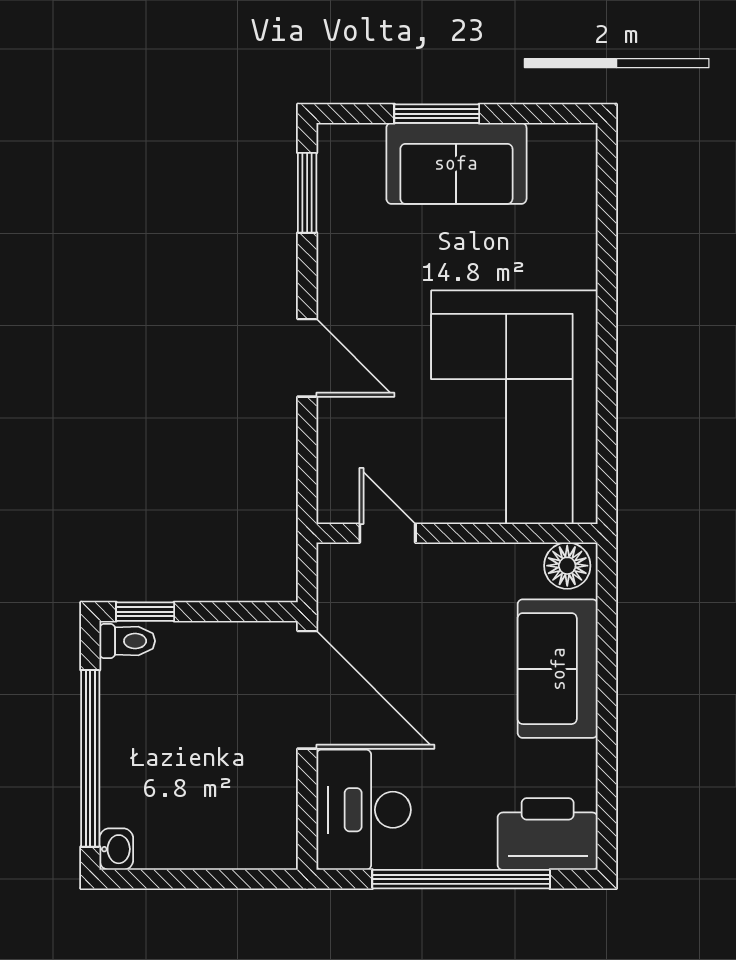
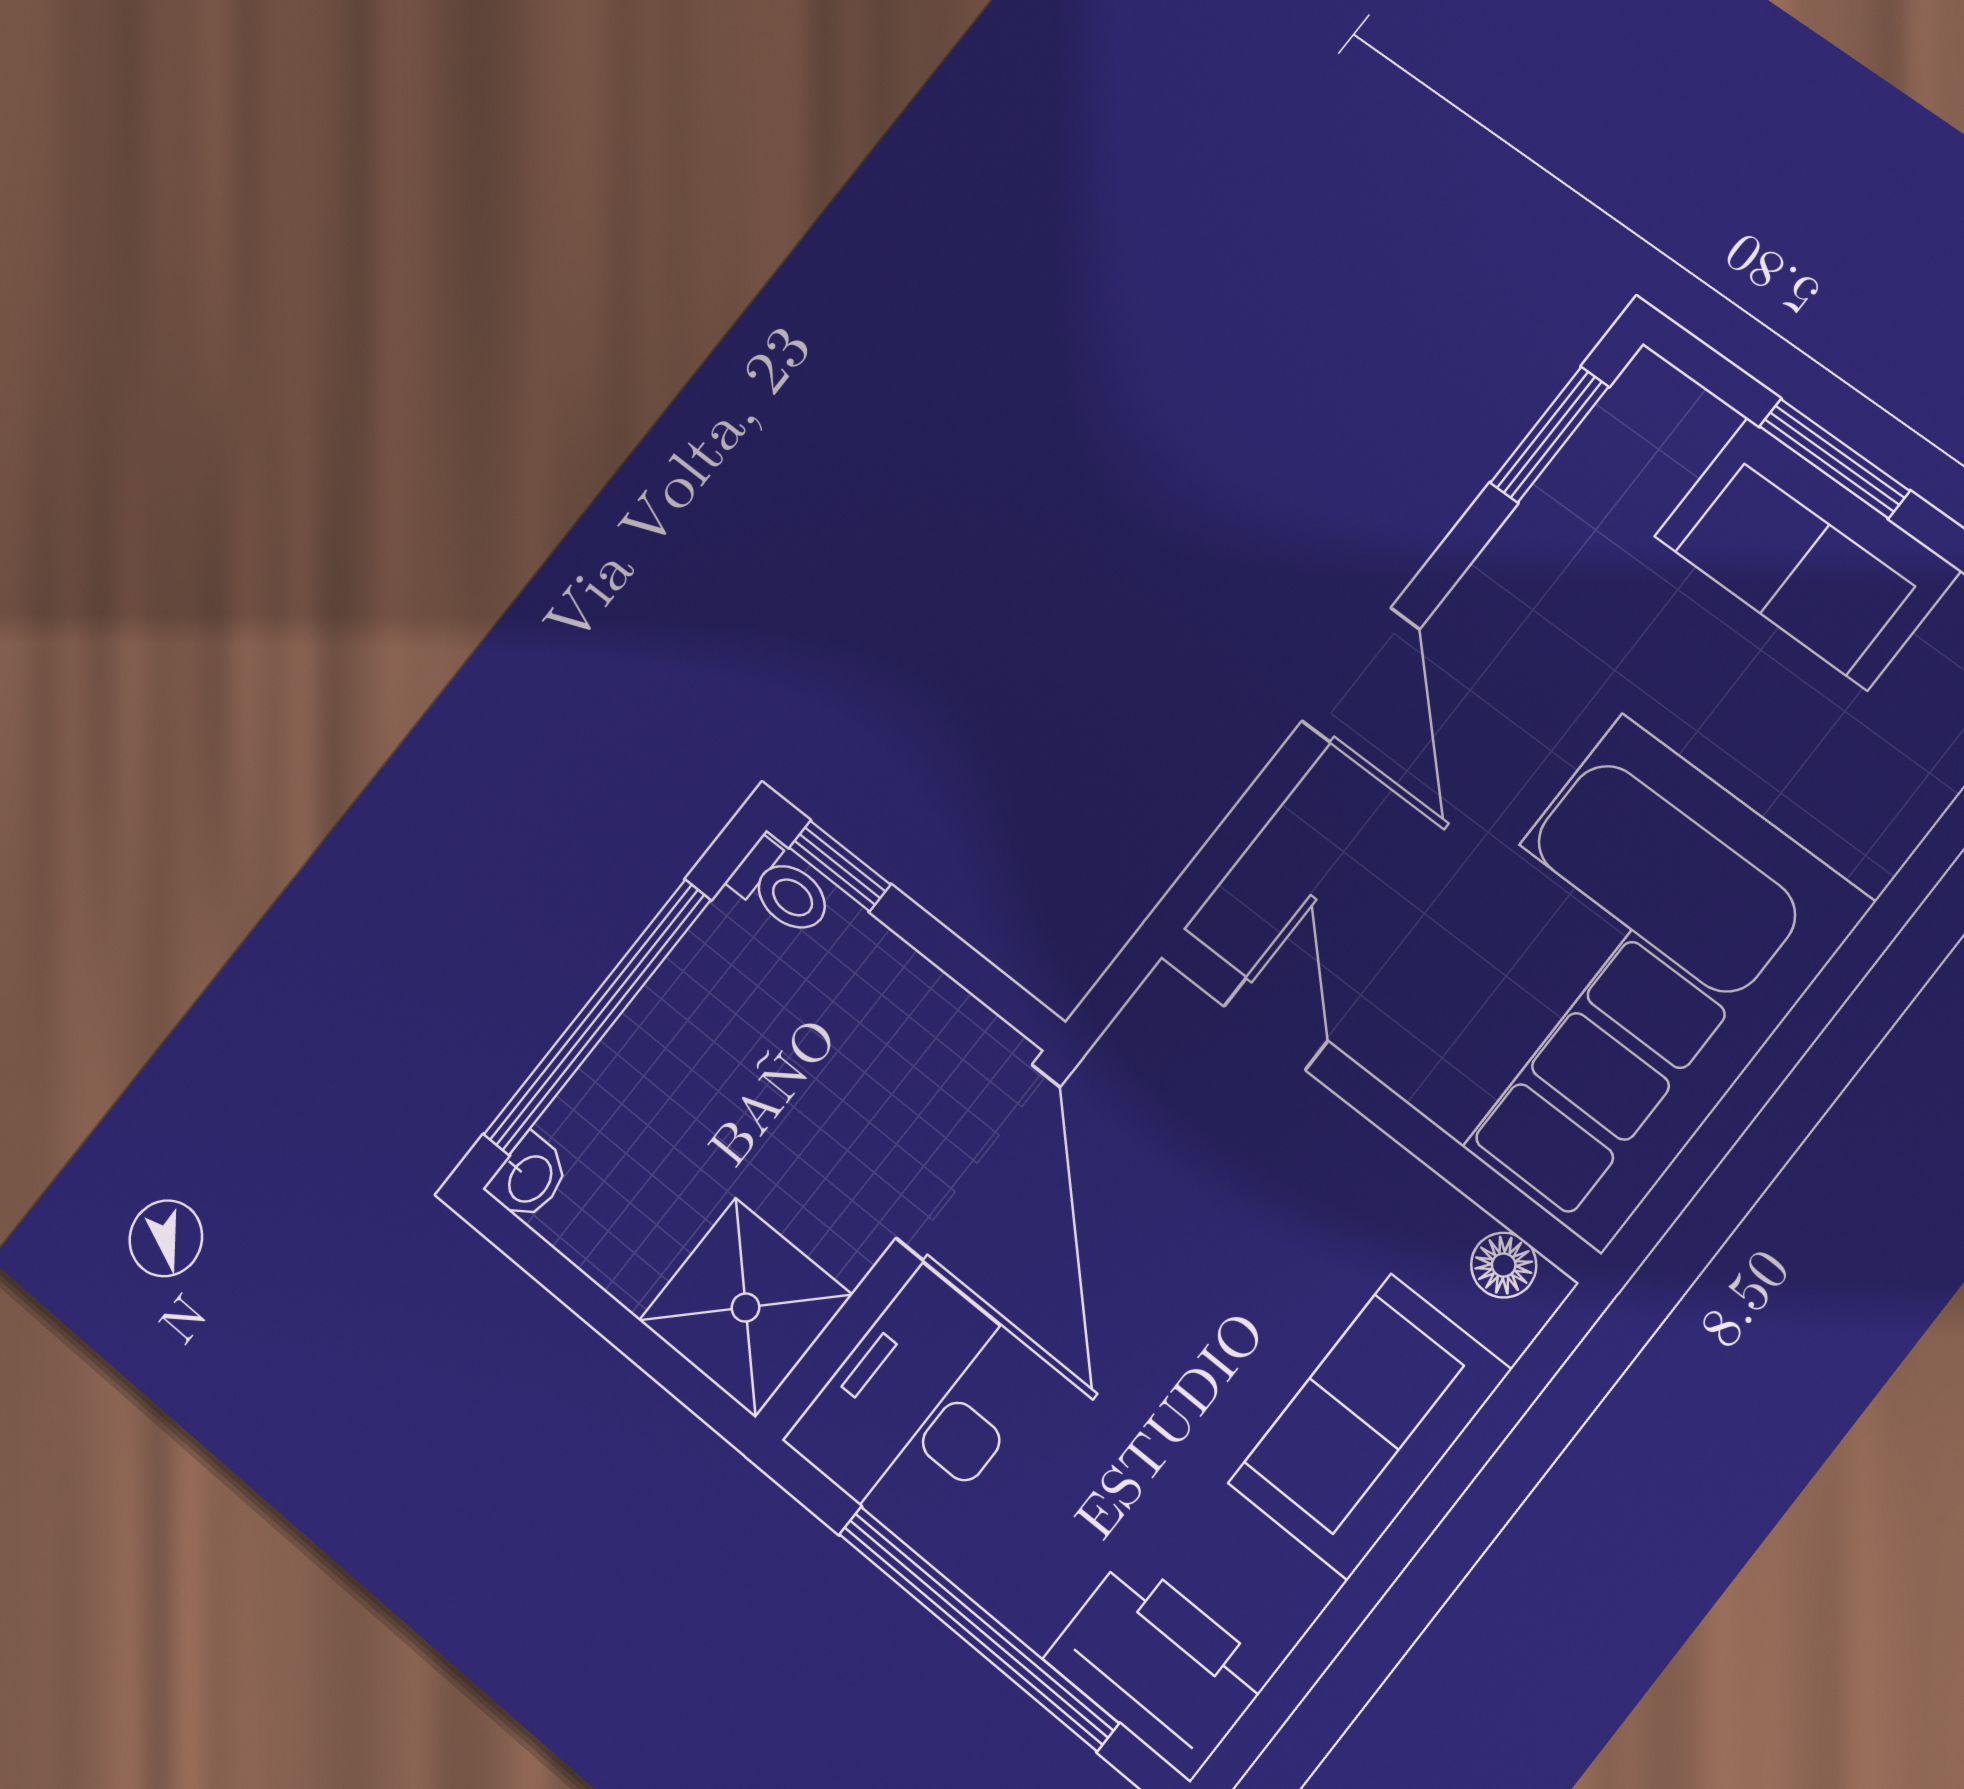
floor lamp: (567, 566) -> (1504, 1265), width x0.73, depth x0.73
shower: (256, 828) -> (745, 1308), added

